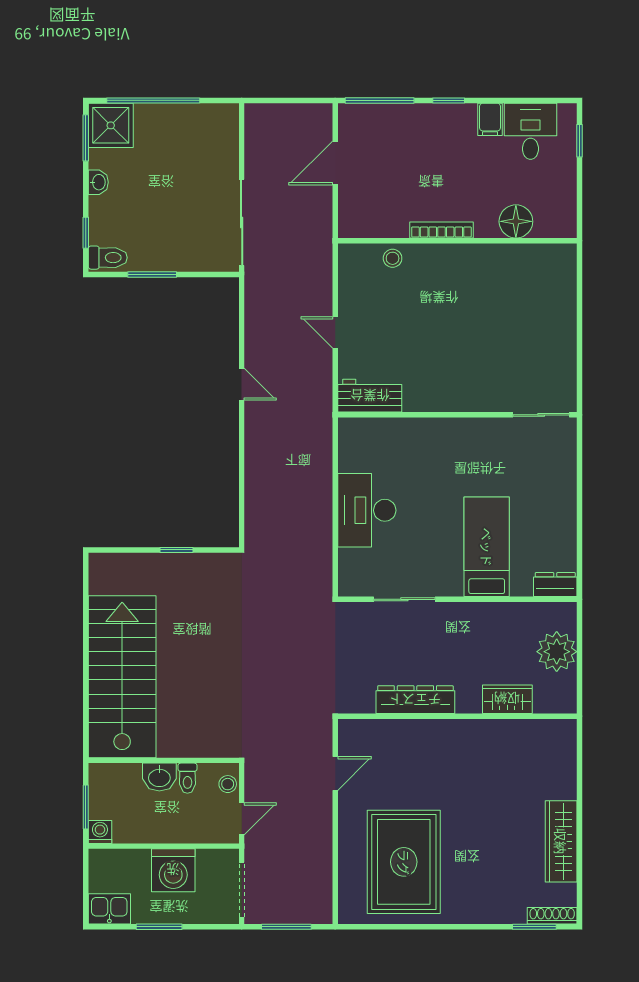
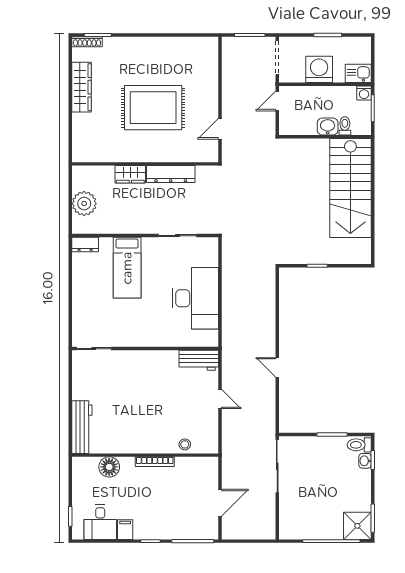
washbasin: (98, 182) -> (365, 461), moved
workbench: (561, 287) -> (82, 427), added
desk: (367, 510) -> (195, 298), width x1.36, depth x1.30
wardrobe: (507, 699) -> (130, 174), moved
toilet: (187, 778) -> (345, 126), moved
stool: (228, 784) -> (286, 122), removed
rug: (404, 862) -> (153, 108), moved, turned 90
kitchen sink: (109, 909) -> (358, 73), moved, turned 180

